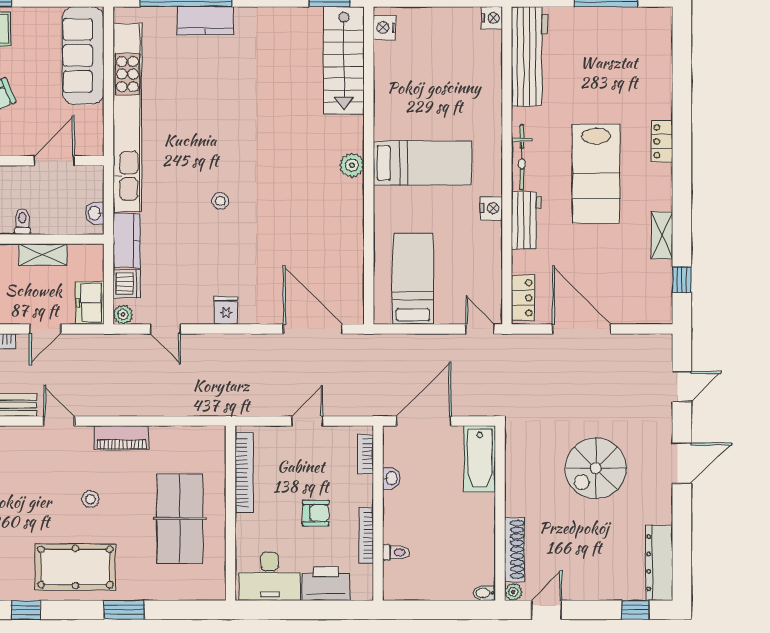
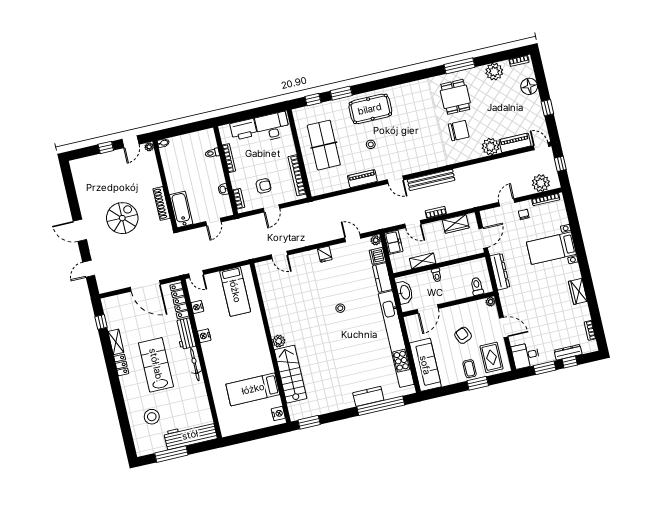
nightstand: (492, 18) -> (197, 307), moved
workbench: (530, 56) -> (190, 435), moved, turned 90
stairs: (344, 60) -> (291, 374), moved
stool: (627, 77) -> (152, 417), added
locker: (662, 141) -> (121, 365), moved
bed: (422, 163) -> (253, 389), moved
washbasin: (95, 213) -> (405, 292), width x1.91, depth x1.45
locker: (523, 298) -> (179, 301), width x1.53
door: (45, 329) -> (413, 224), swing flipped
door: (313, 329) -> (279, 255), width x0.53
door: (424, 421) -> (213, 222), width x0.53
door: (682, 463) -> (80, 230), hinge flipped
armchair: (316, 513) -> (263, 186), moved, turned 180
shoe rack: (514, 549) -> (162, 203), moved
dresser: (659, 563) -> (80, 178), removed
window: (26, 610) -> (313, 100), moved
window: (635, 610) -> (106, 147), moved

